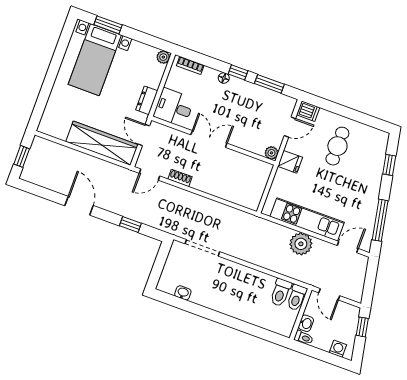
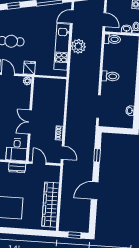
door: (144, 135) -> (39, 163), swing flipped
wardrobe: (102, 143) -> (51, 205), moved
door: (348, 247) -> (72, 17), hinge flipped
toilet: (281, 293) -> (110, 76), moved
door: (329, 294) -> (104, 20), hinge flipped

